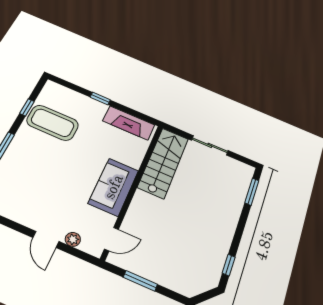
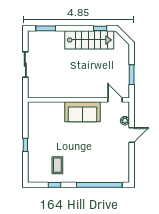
coffee table: (53, 123) -> (57, 165), width x0.54, depth x0.58
fireplace: (129, 123) -> (34, 120), removed
stairs: (163, 163) -> (89, 40), moved, turned 180

